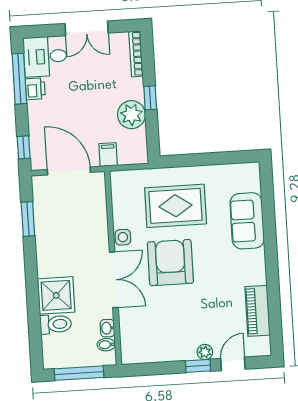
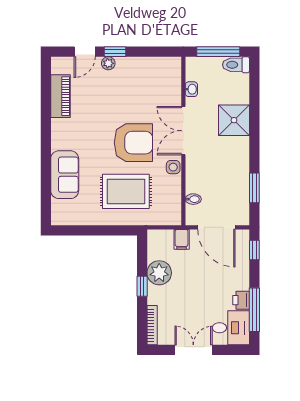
armchair: (170, 263) -> (133, 143), turned -90
toilet: (56, 324) -> (236, 65), moved
bidet: (106, 345) -> (193, 199), moved

